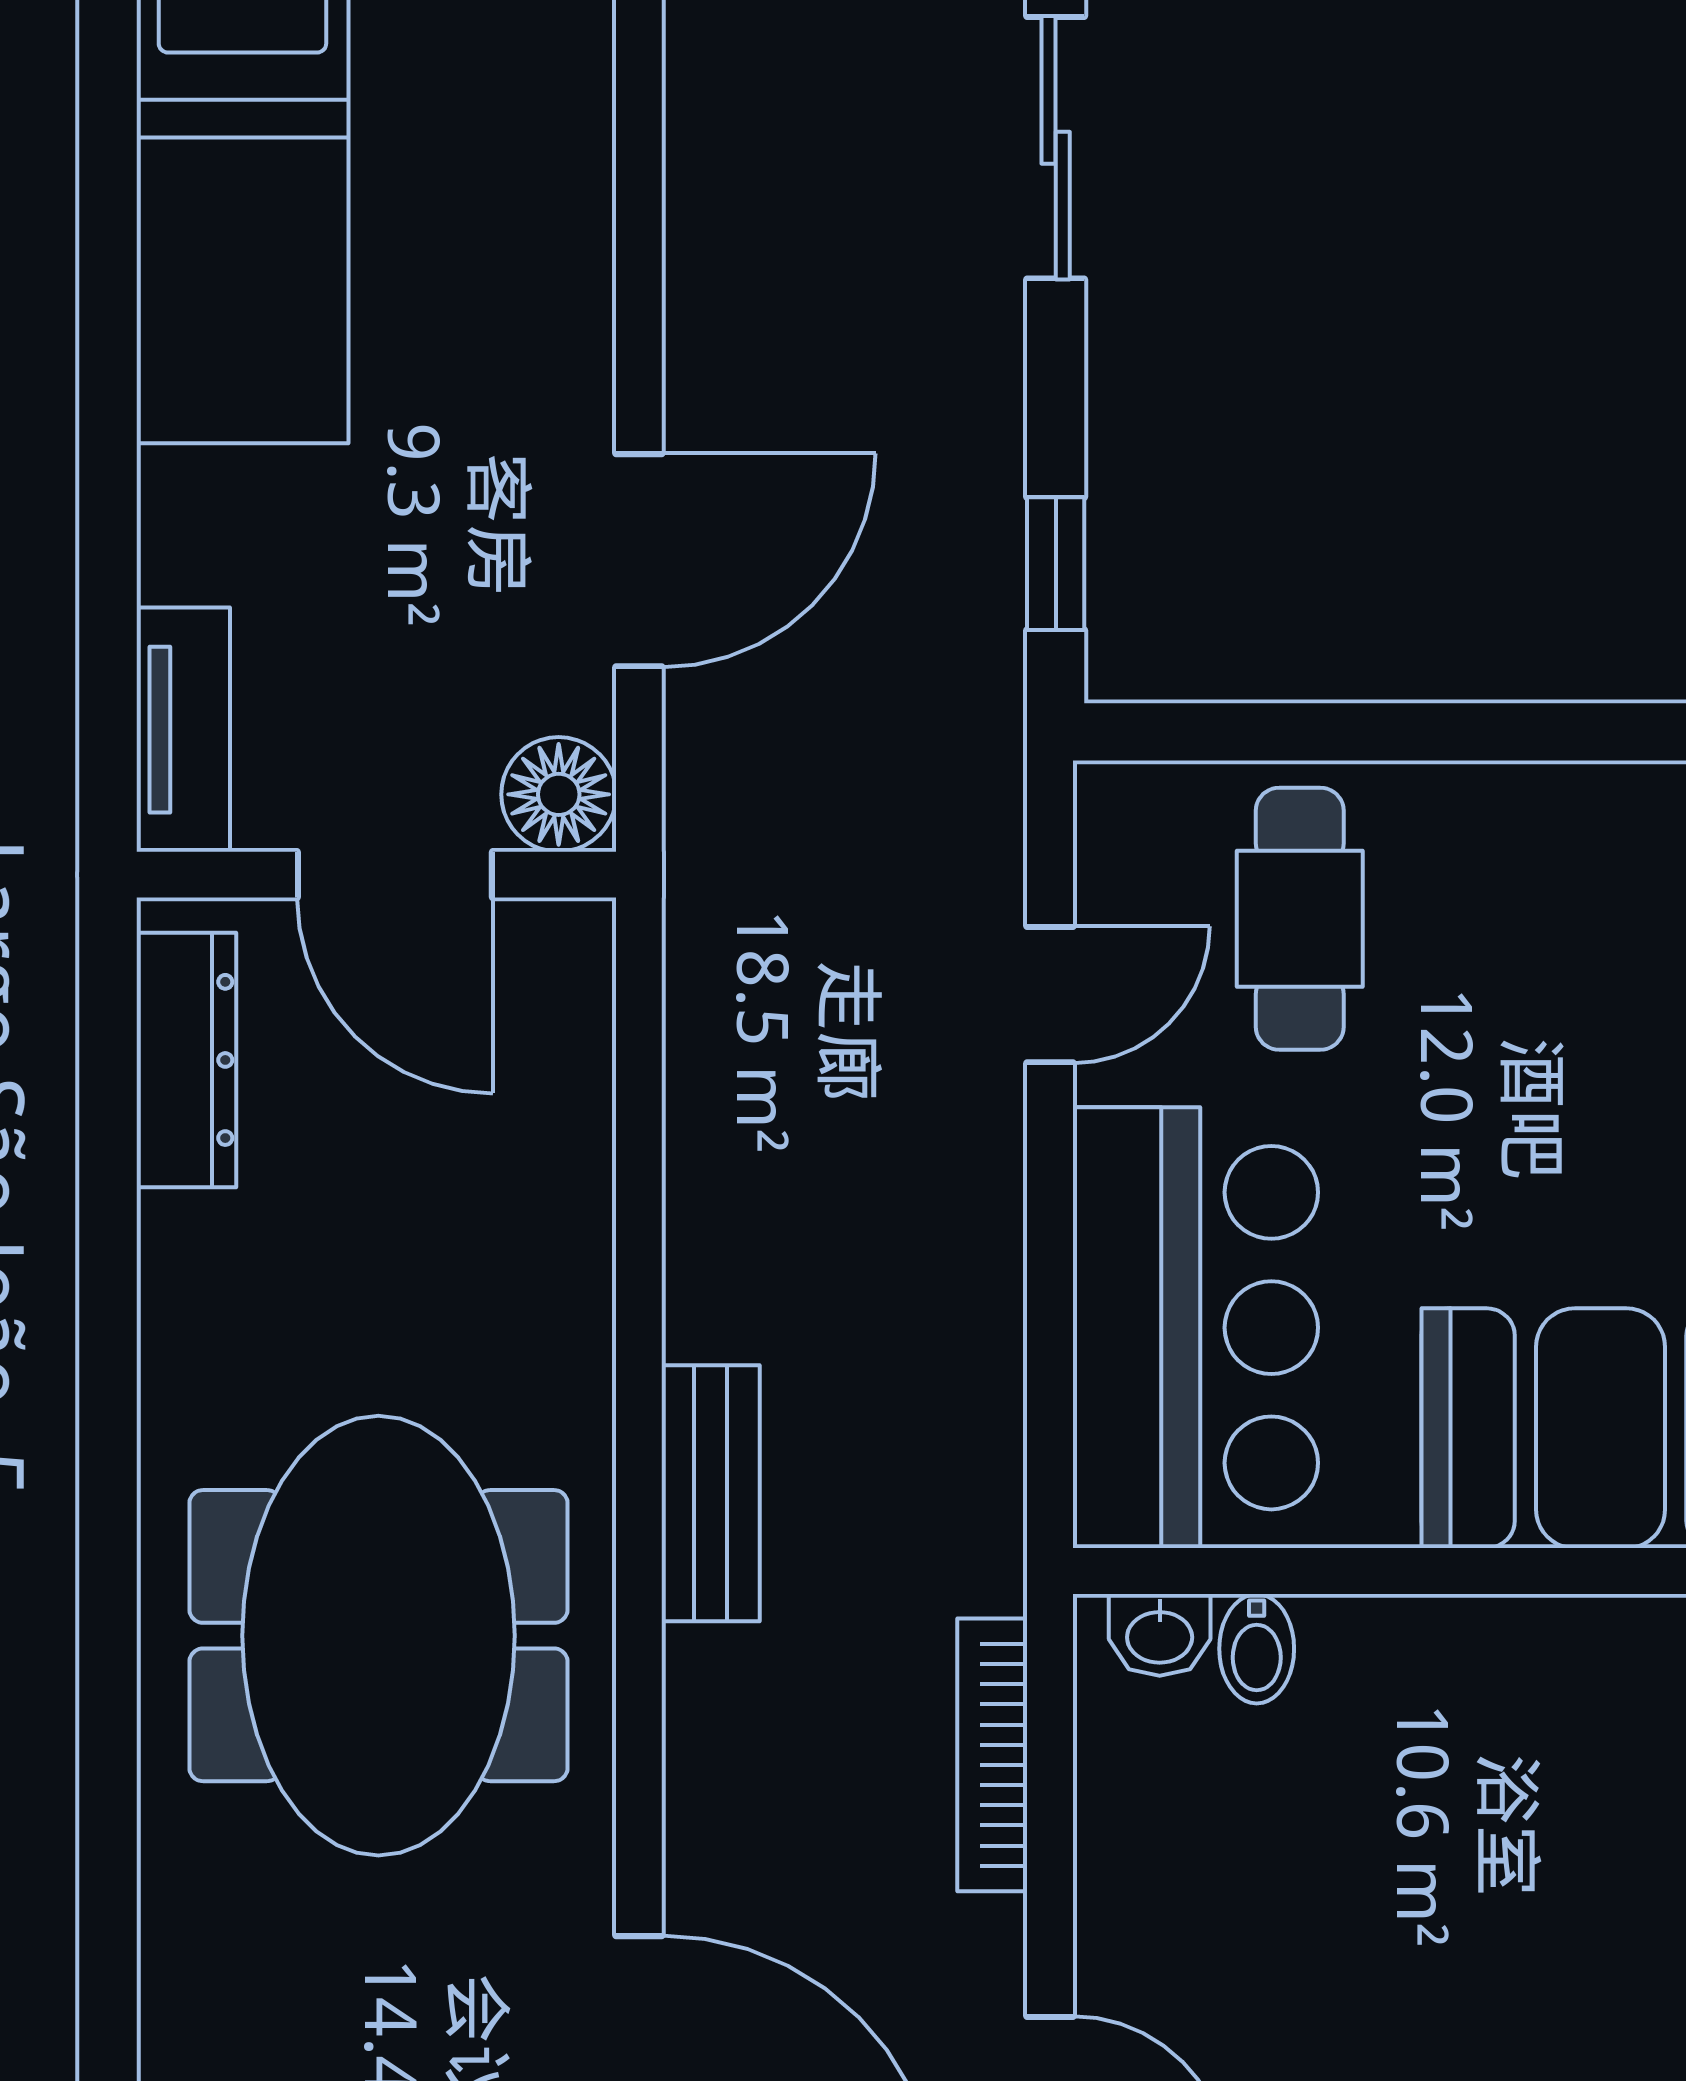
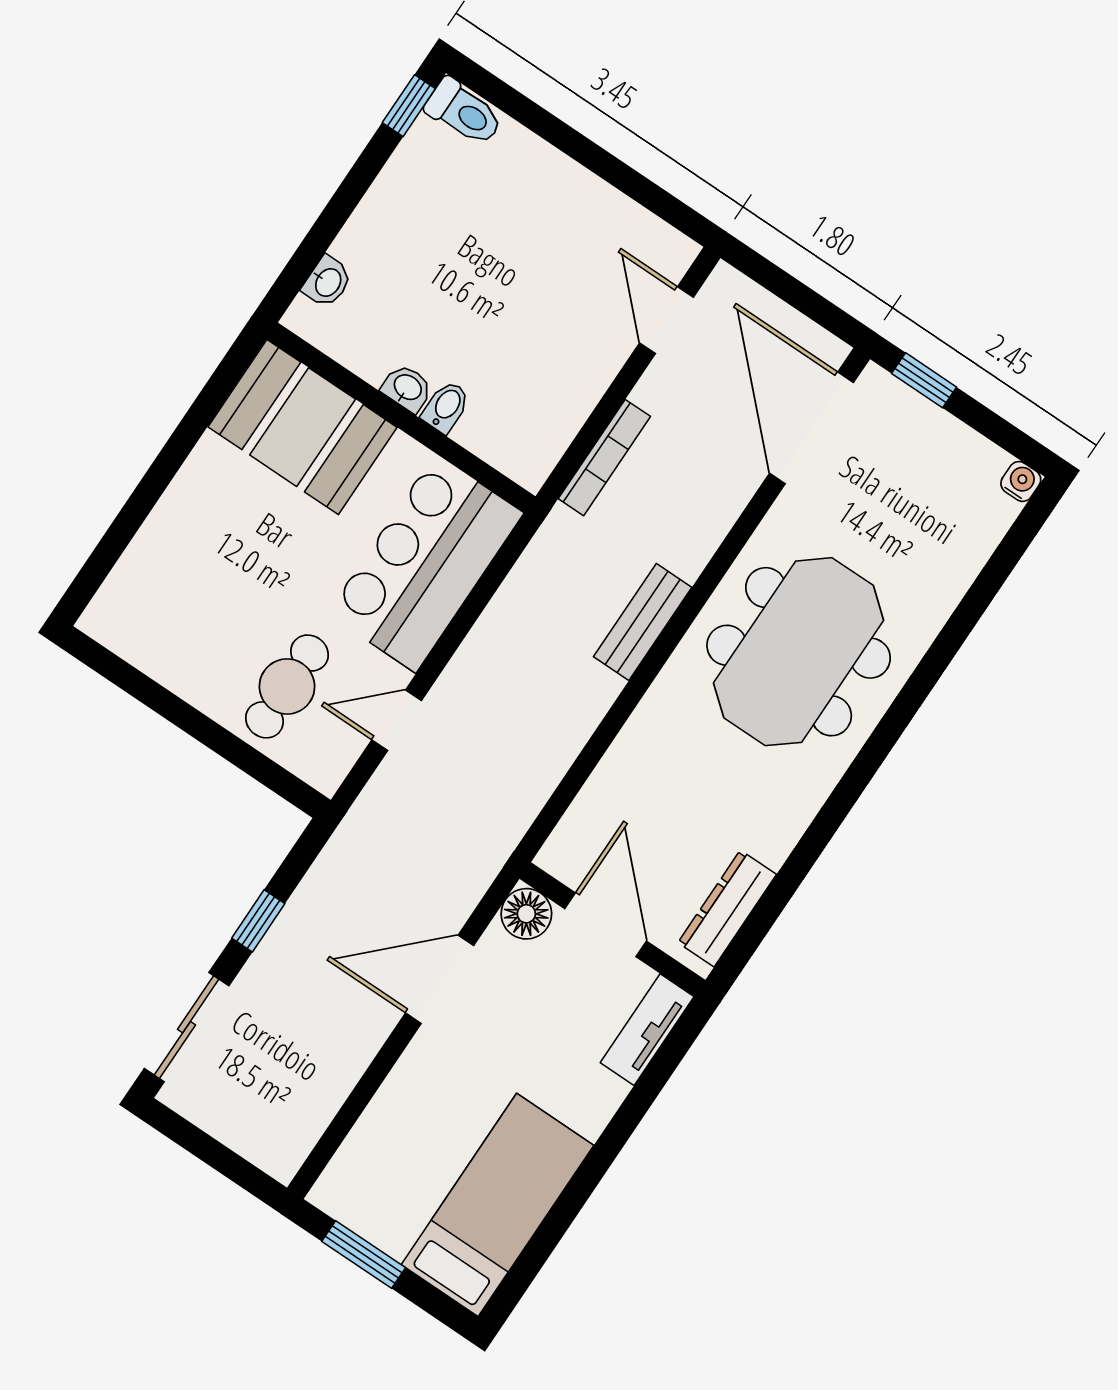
window: (1056, 564) -> (258, 921), moved
washbasin: (1160, 1635) -> (407, 388), moved
bidet: (1257, 1649) -> (446, 407), moved

